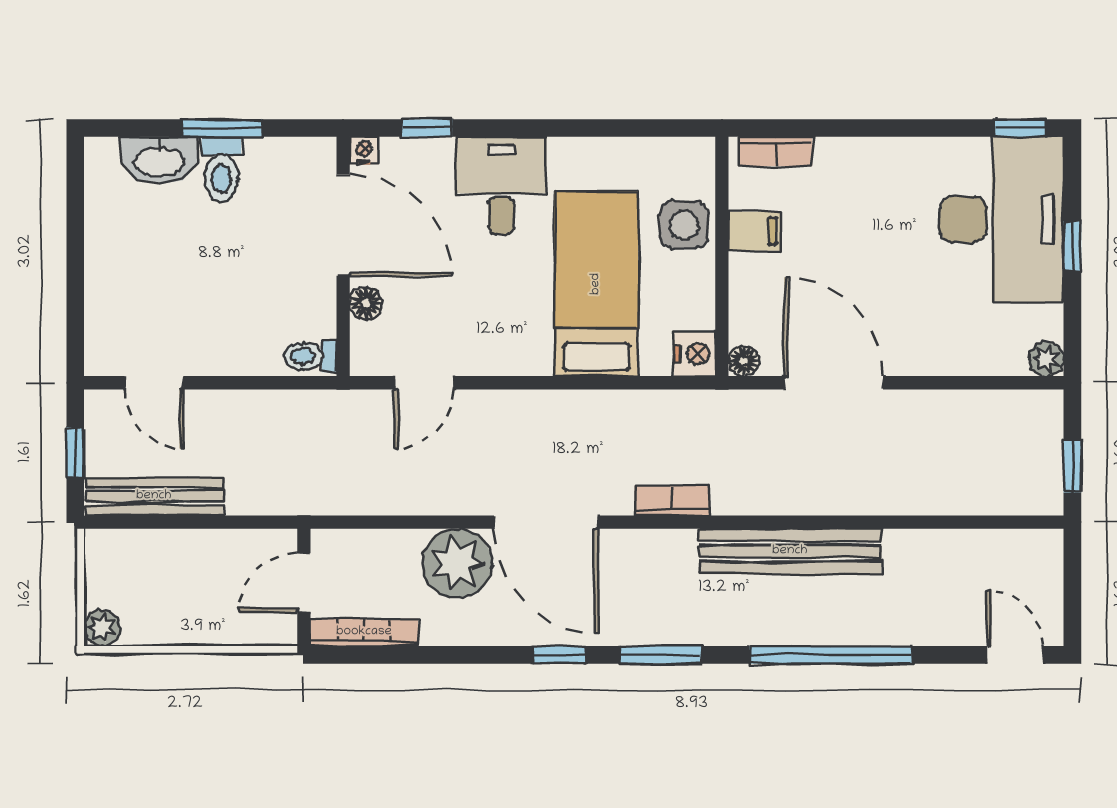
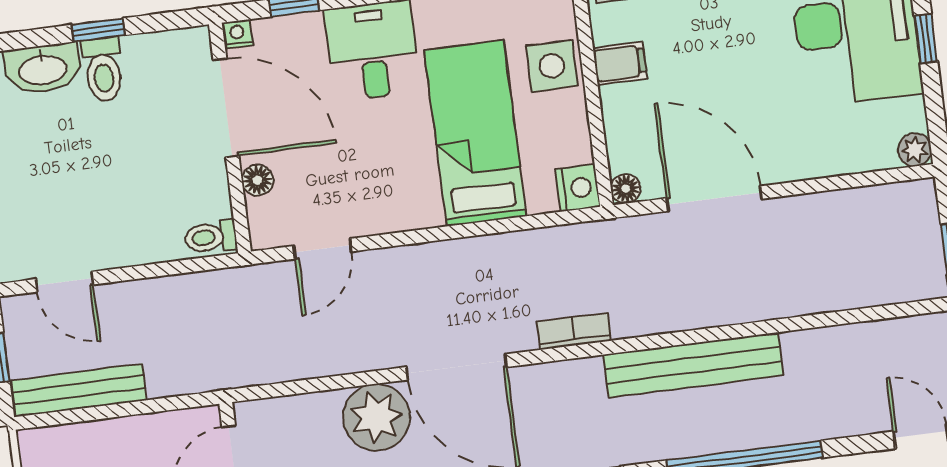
window: (222, 128) -> (98, 30), width x0.67

